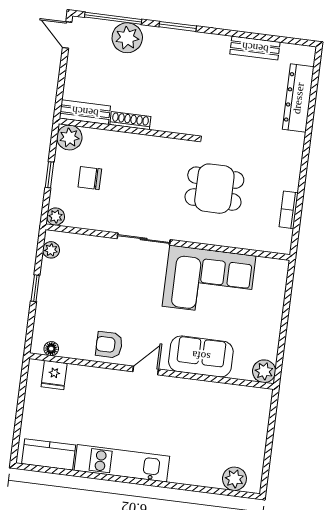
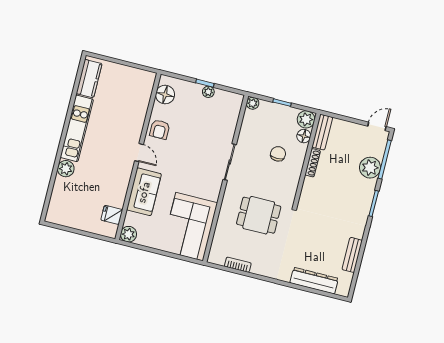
floor lamp: (94, 138) -> (304, 136), added
chair: (90, 178) -> (278, 154), moved
dining table: (214, 189) -> (259, 215), turned 90
plant: (51, 250) -> (208, 92), moved
corner sofa: (209, 281) -> (189, 227), moved
armchair: (109, 345) -> (160, 129), turned 180
floor lamp: (51, 349) -> (165, 95), width x1.89, depth x1.89
fridge: (54, 375) -> (112, 215), moved
plant: (234, 479) -> (66, 169), moved

